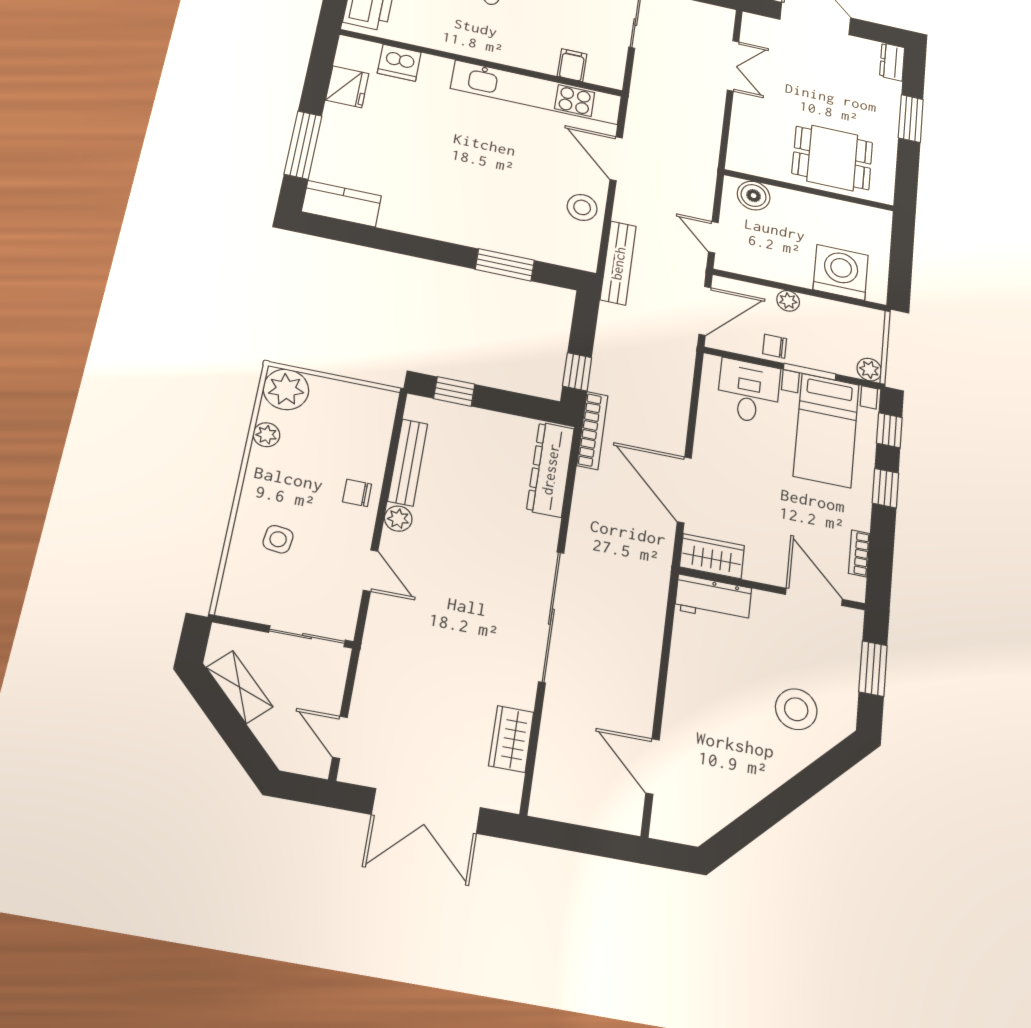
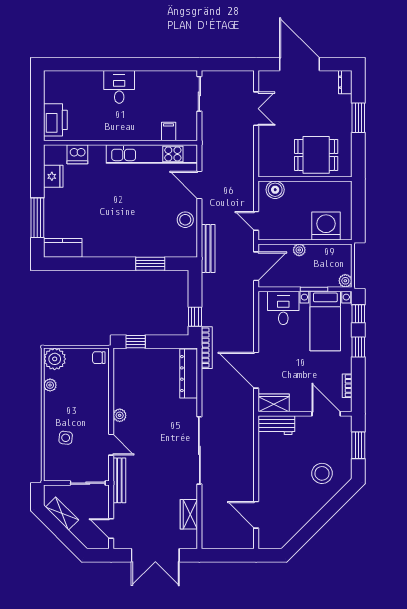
chair: (775, 346) -> (294, 279), removed
bench: (408, 462) -> (119, 480), moved
chair: (357, 493) -> (99, 358), moved

